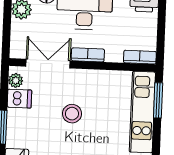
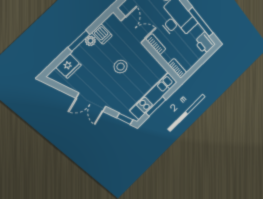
plant: (16, 80) -> (90, 41), moved
window: (158, 100) -> (156, 106), moved

